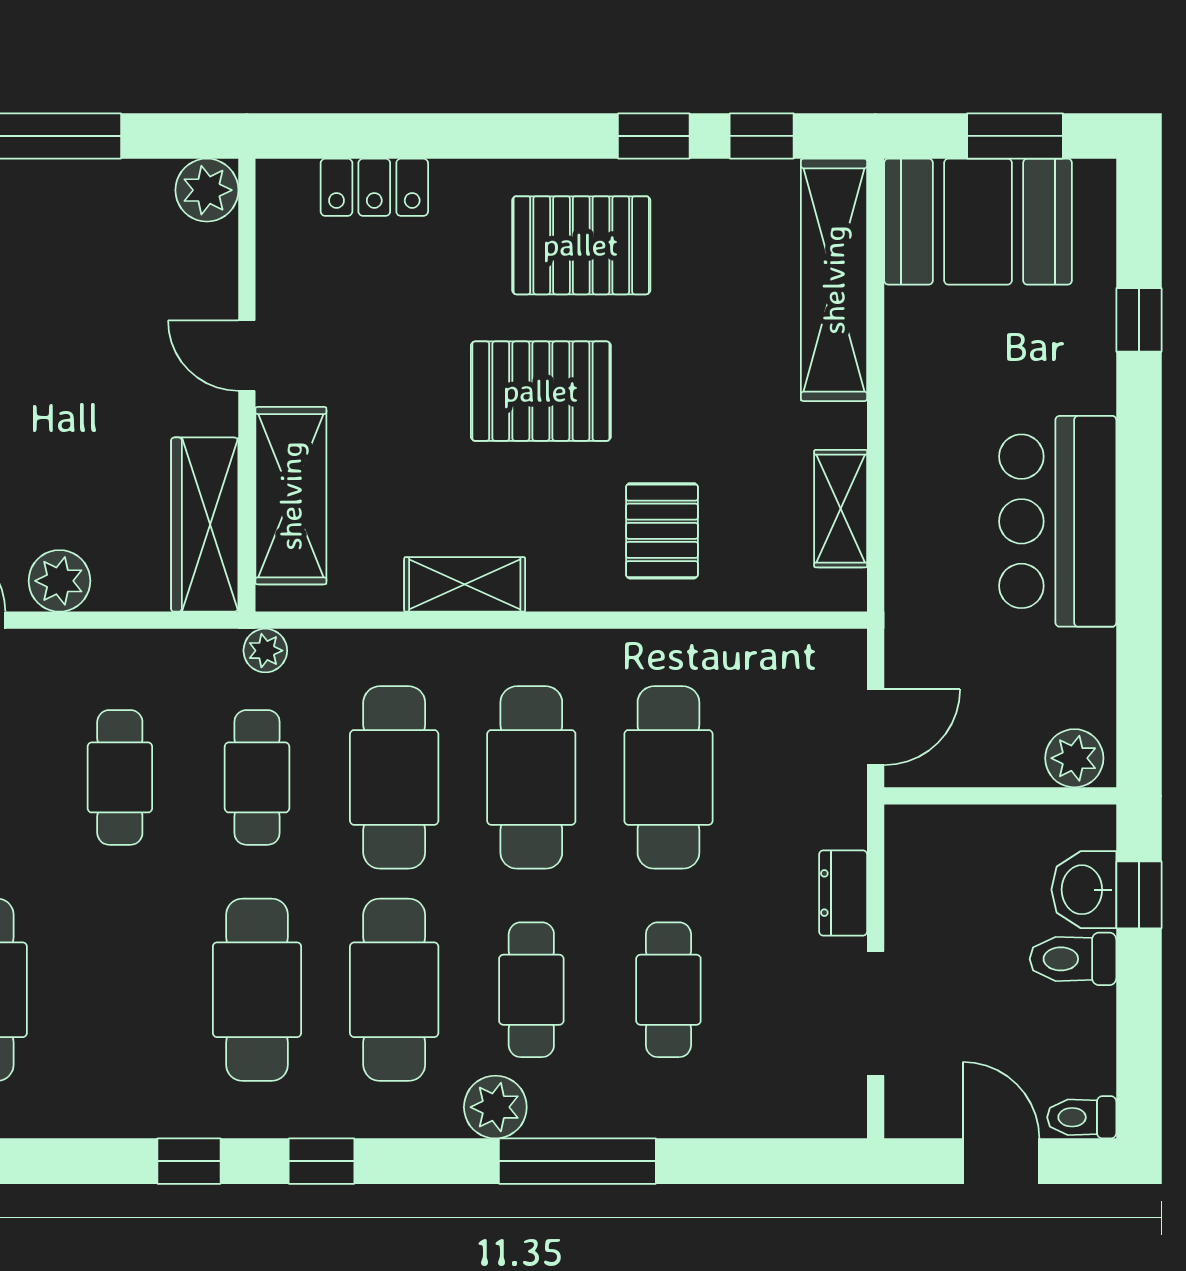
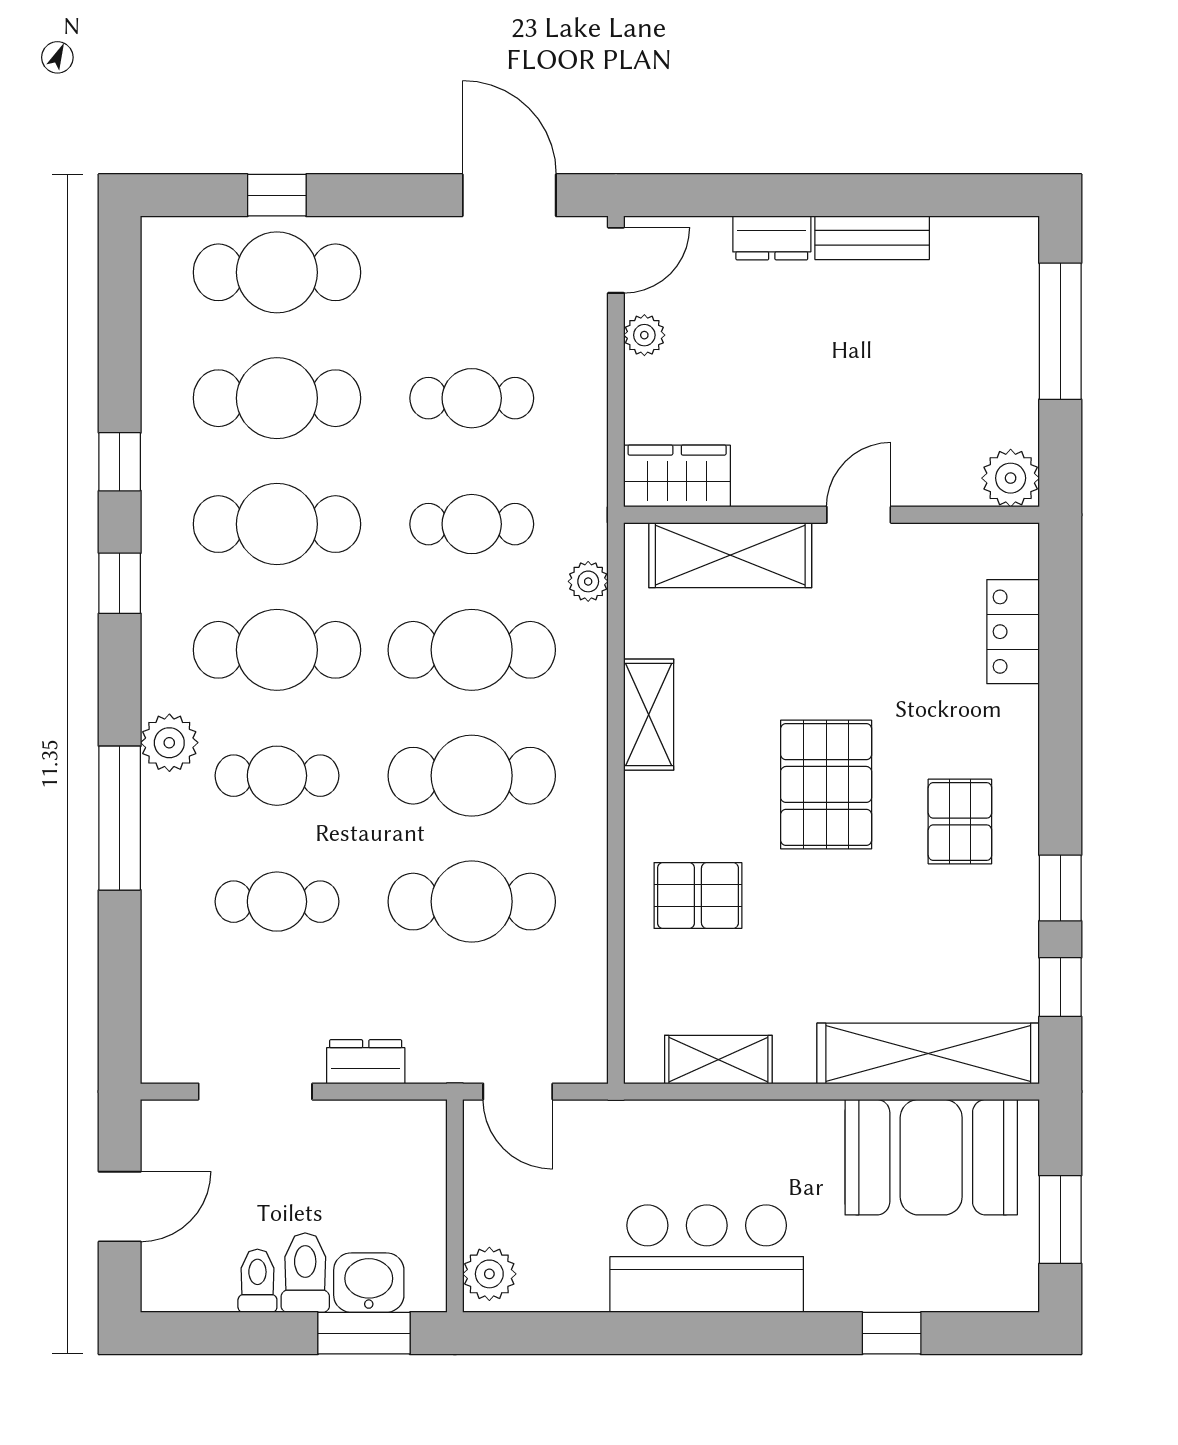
booth: (978, 222) -> (931, 1157), moved, turned 90
pallet: (581, 245) -> (960, 822), width x0.67, depth x0.71
wardrobe: (205, 525) -> (677, 476), width x0.67
plant: (59, 581) -> (644, 335), width x0.73, depth x0.73
plant: (265, 651) -> (588, 581), moved
window: (1139, 895) -> (364, 1333), width x1.50
cafe table: (120, 990) -> (277, 398), added
toilet: (1082, 1117) -> (257, 1281), moved

